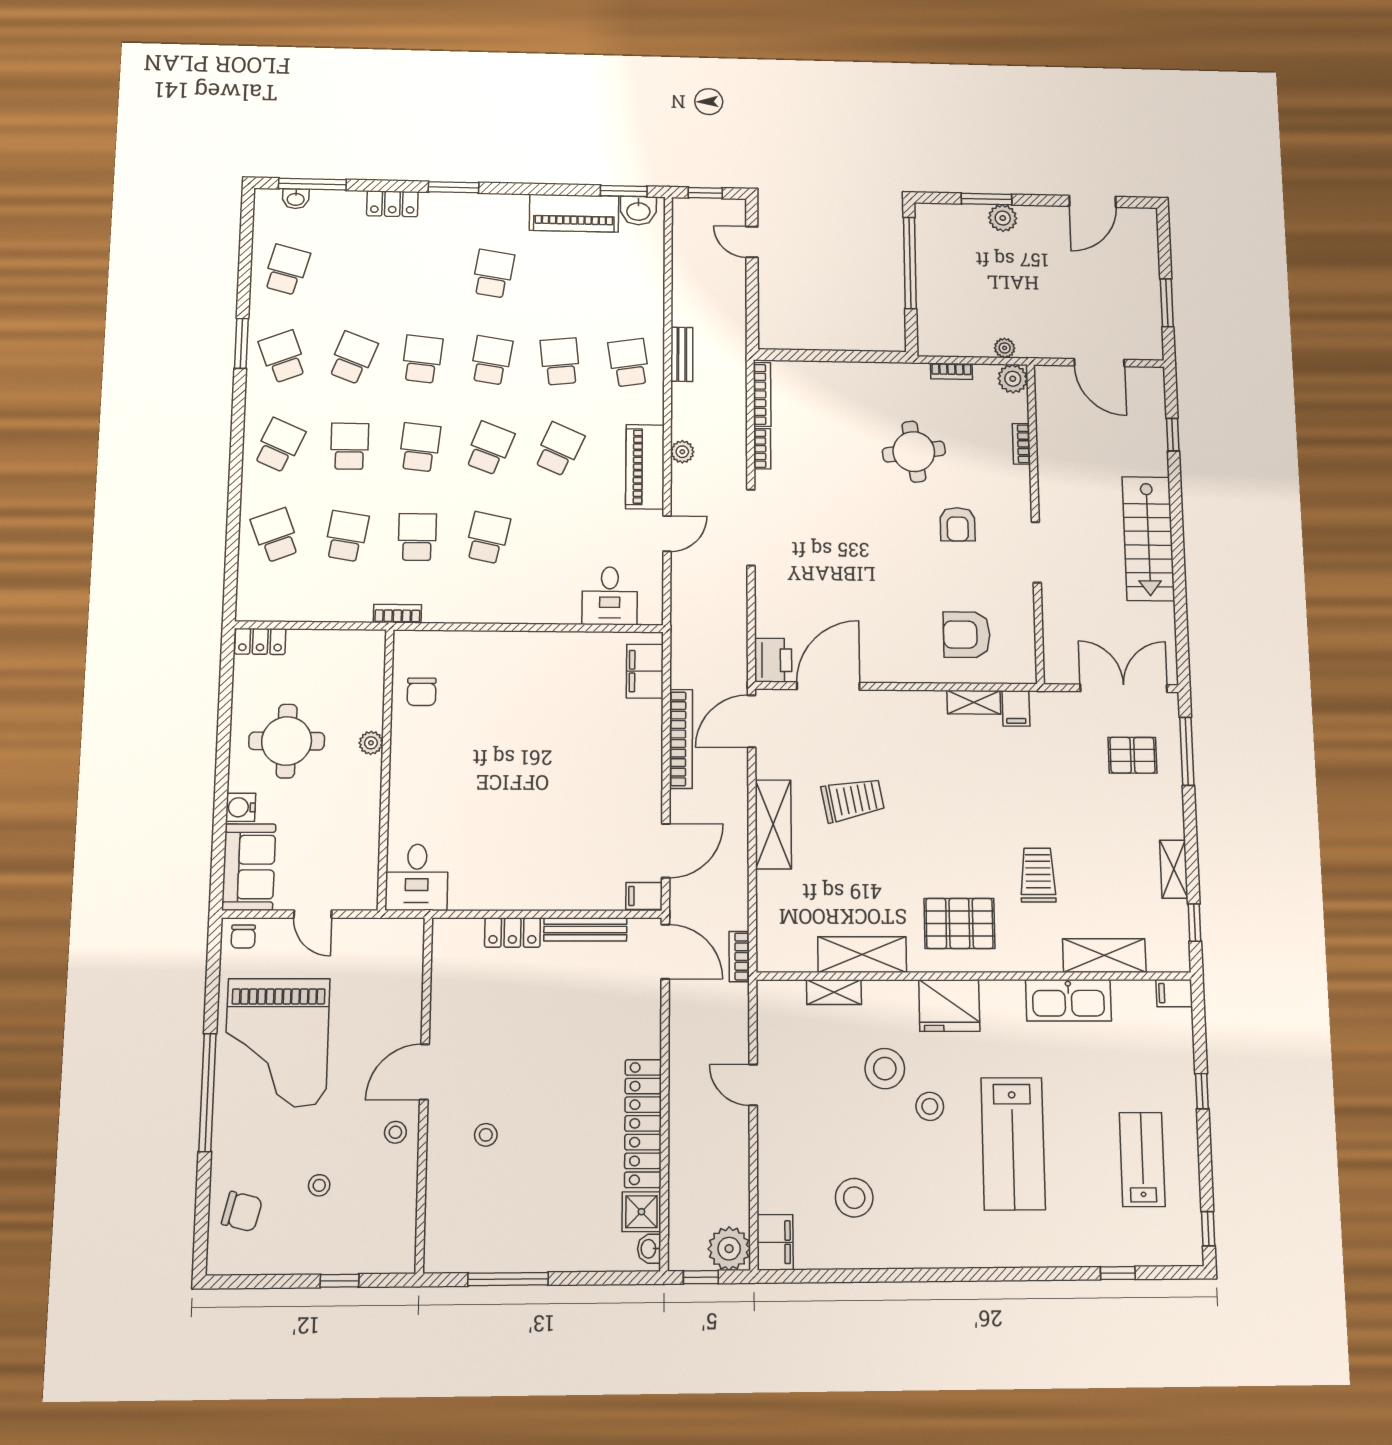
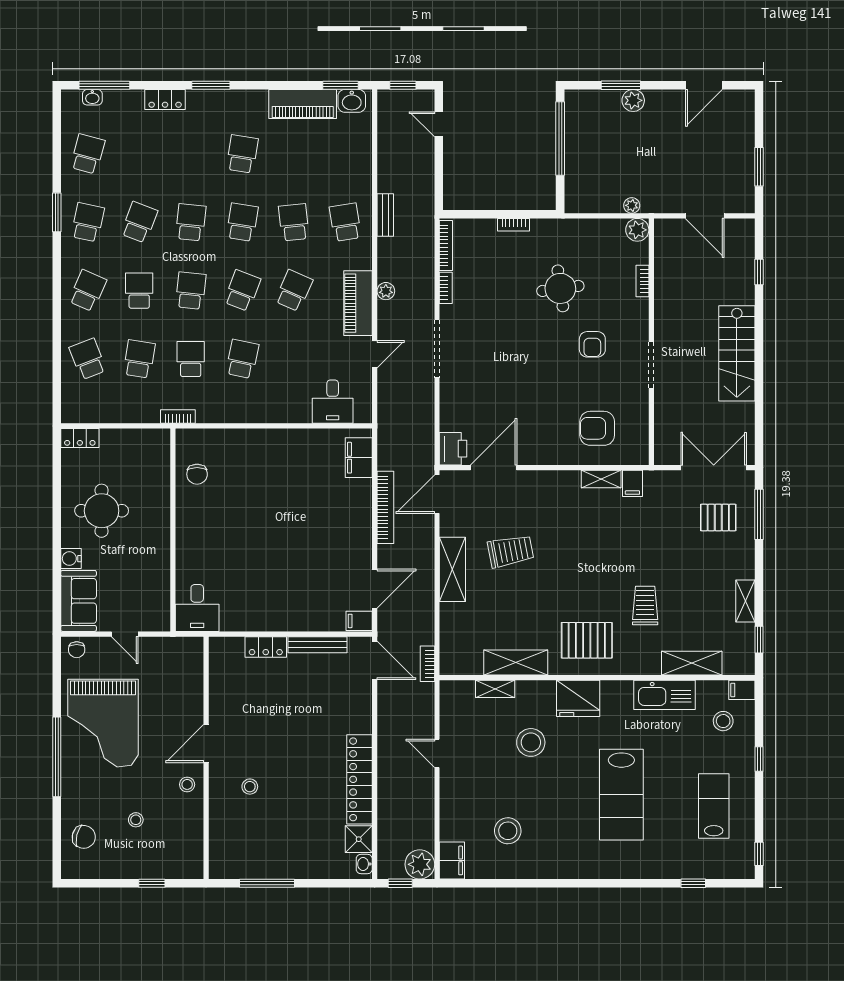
school desk: (283, 357) -> (88, 222), turned 33
bookcase: (951, 371) -> (514, 225), moved
plant: (371, 743) -> (162, 512), removed
stool: (930, 1106) -> (723, 721), moved

